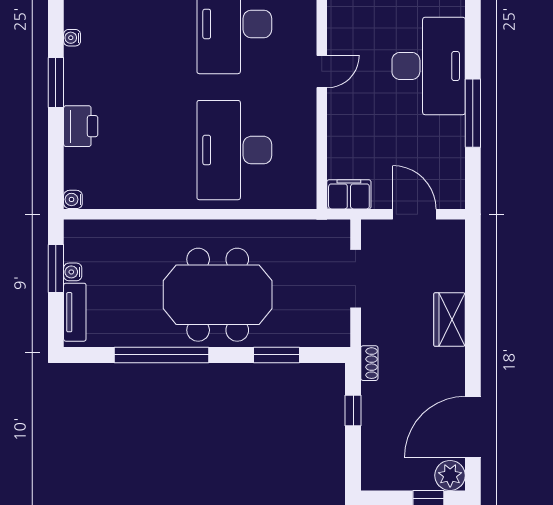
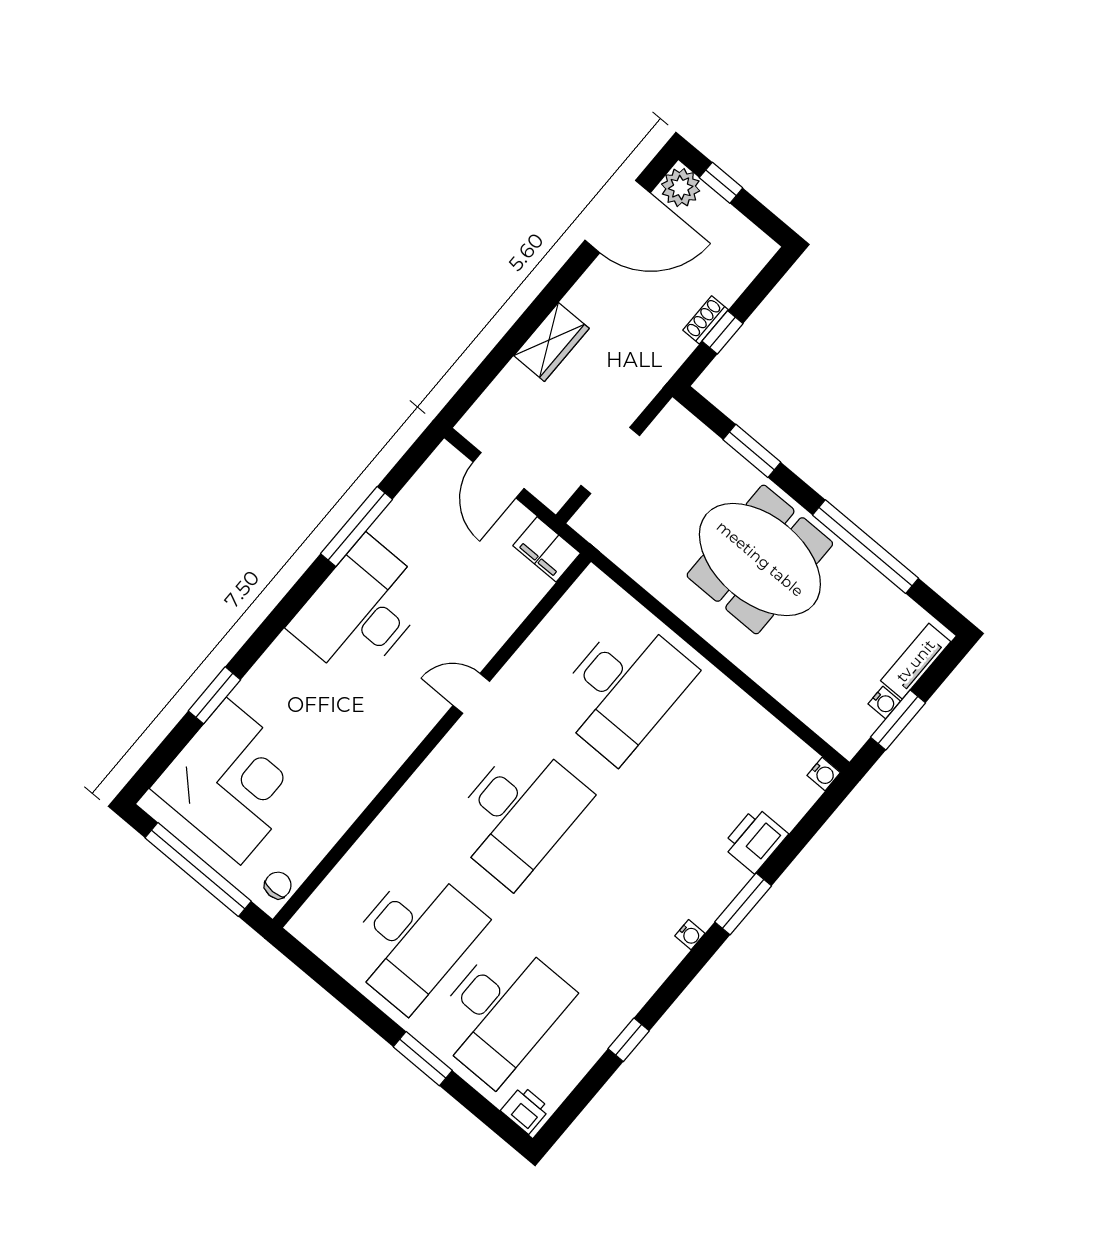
shoe rack: (369, 363) -> (706, 320), moved

